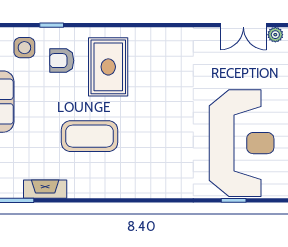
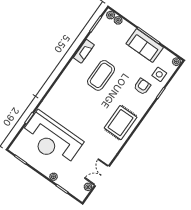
rug: (108, 67) -> (121, 123), moved, turned 90
fireplace: (45, 189) -> (84, 51), moved

